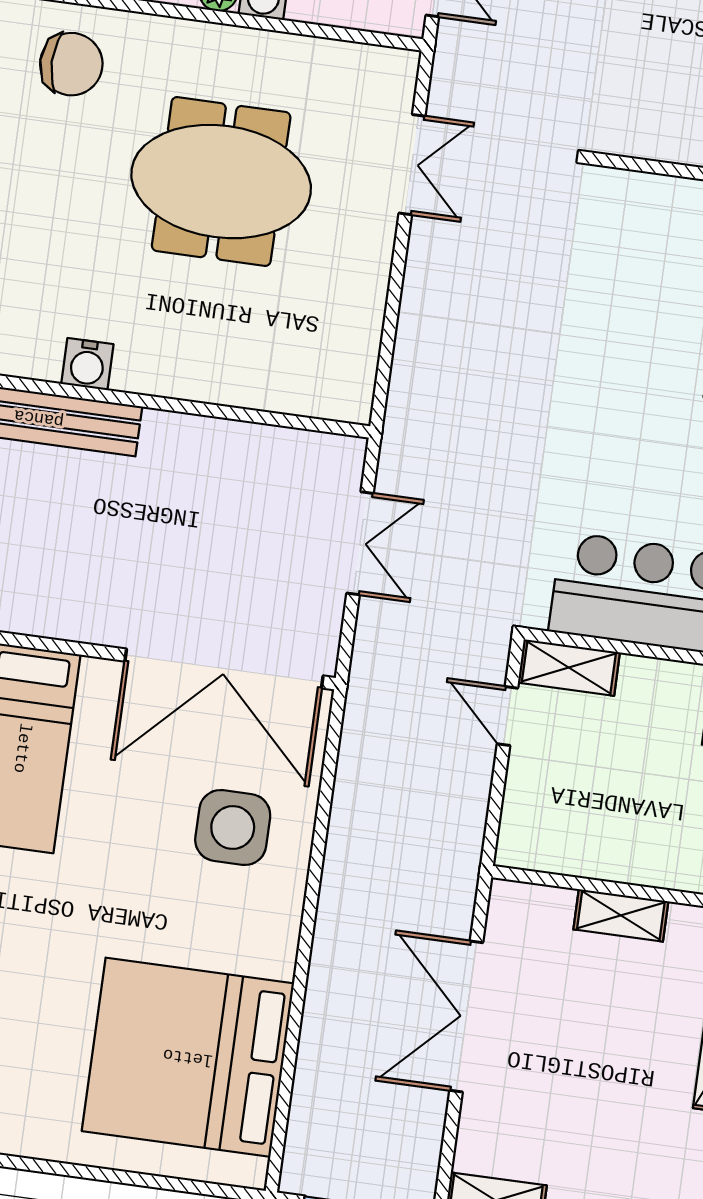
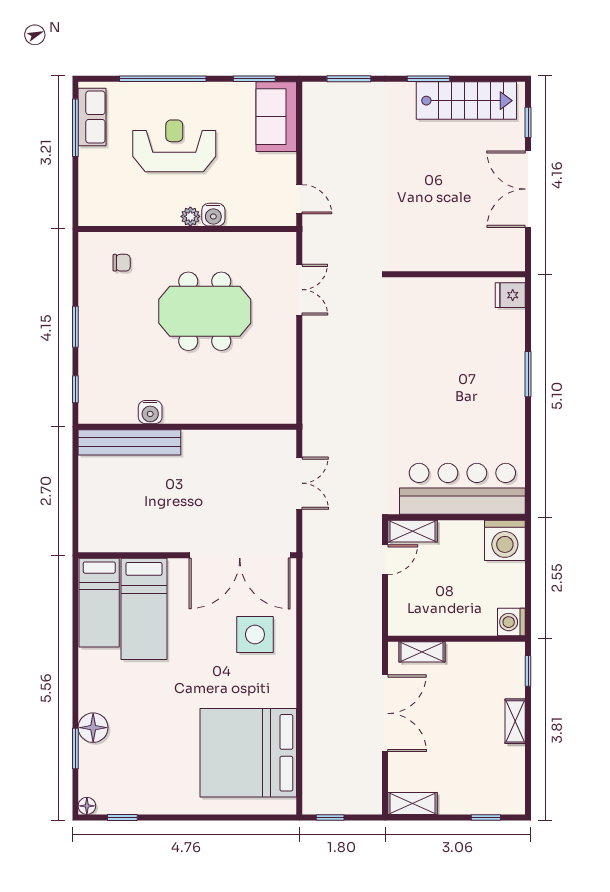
chair: (71, 64) -> (122, 263), width x0.54, depth x0.54
door: (507, 716) -> (385, 560), swing flipped
shelving: (621, 915) -> (422, 652), moved
double door: (466, 1017) -> (385, 713), swing flipped

